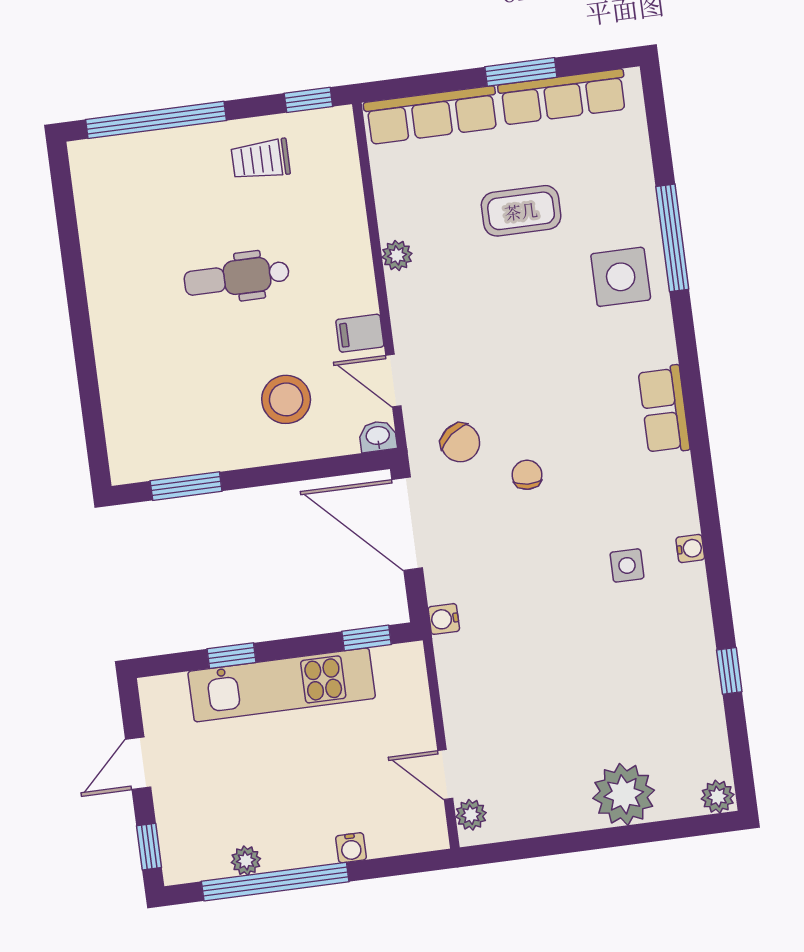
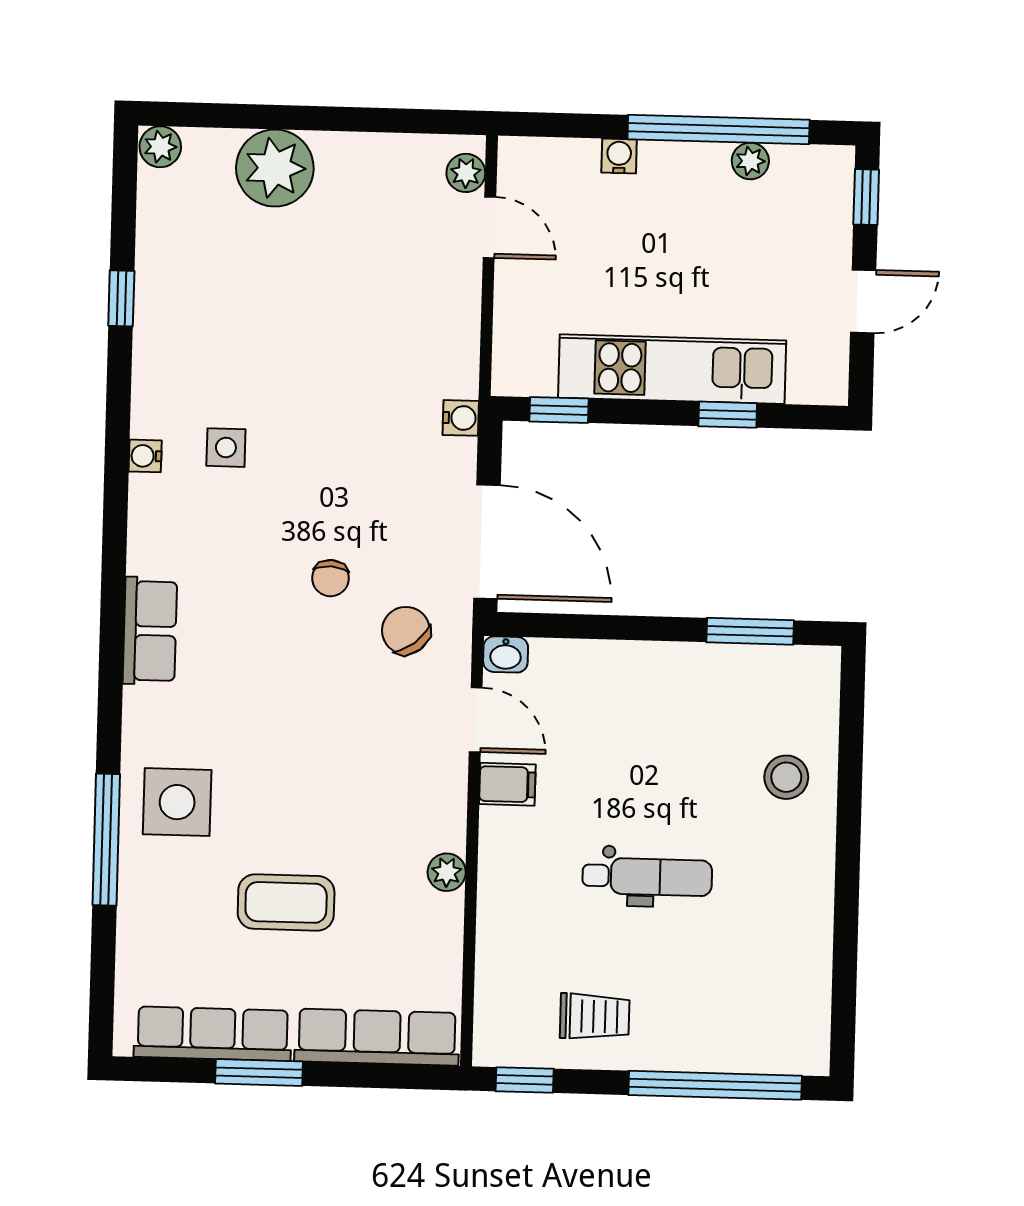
stool: (286, 399) -> (786, 777), moved, width x0.73, depth x0.73

